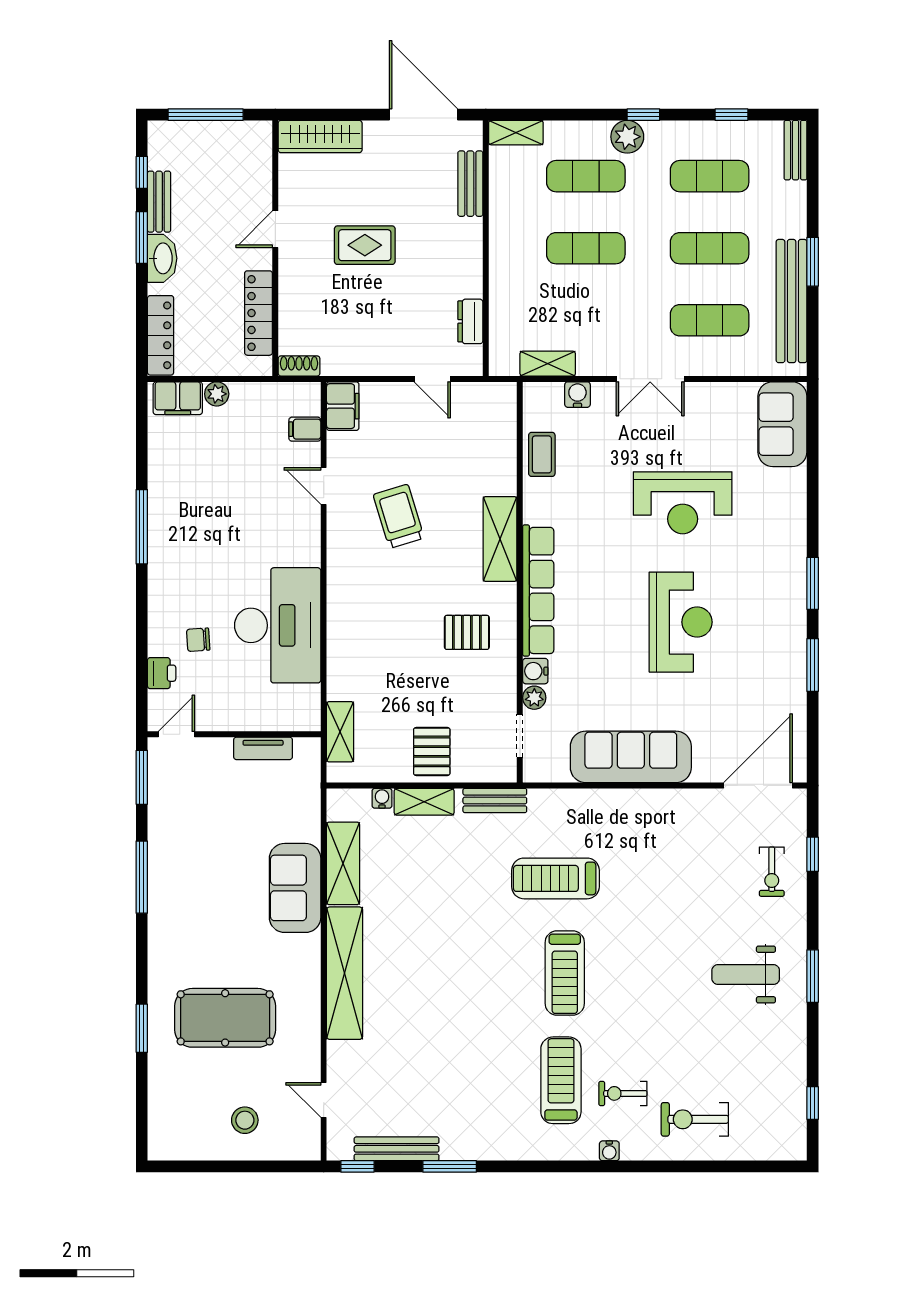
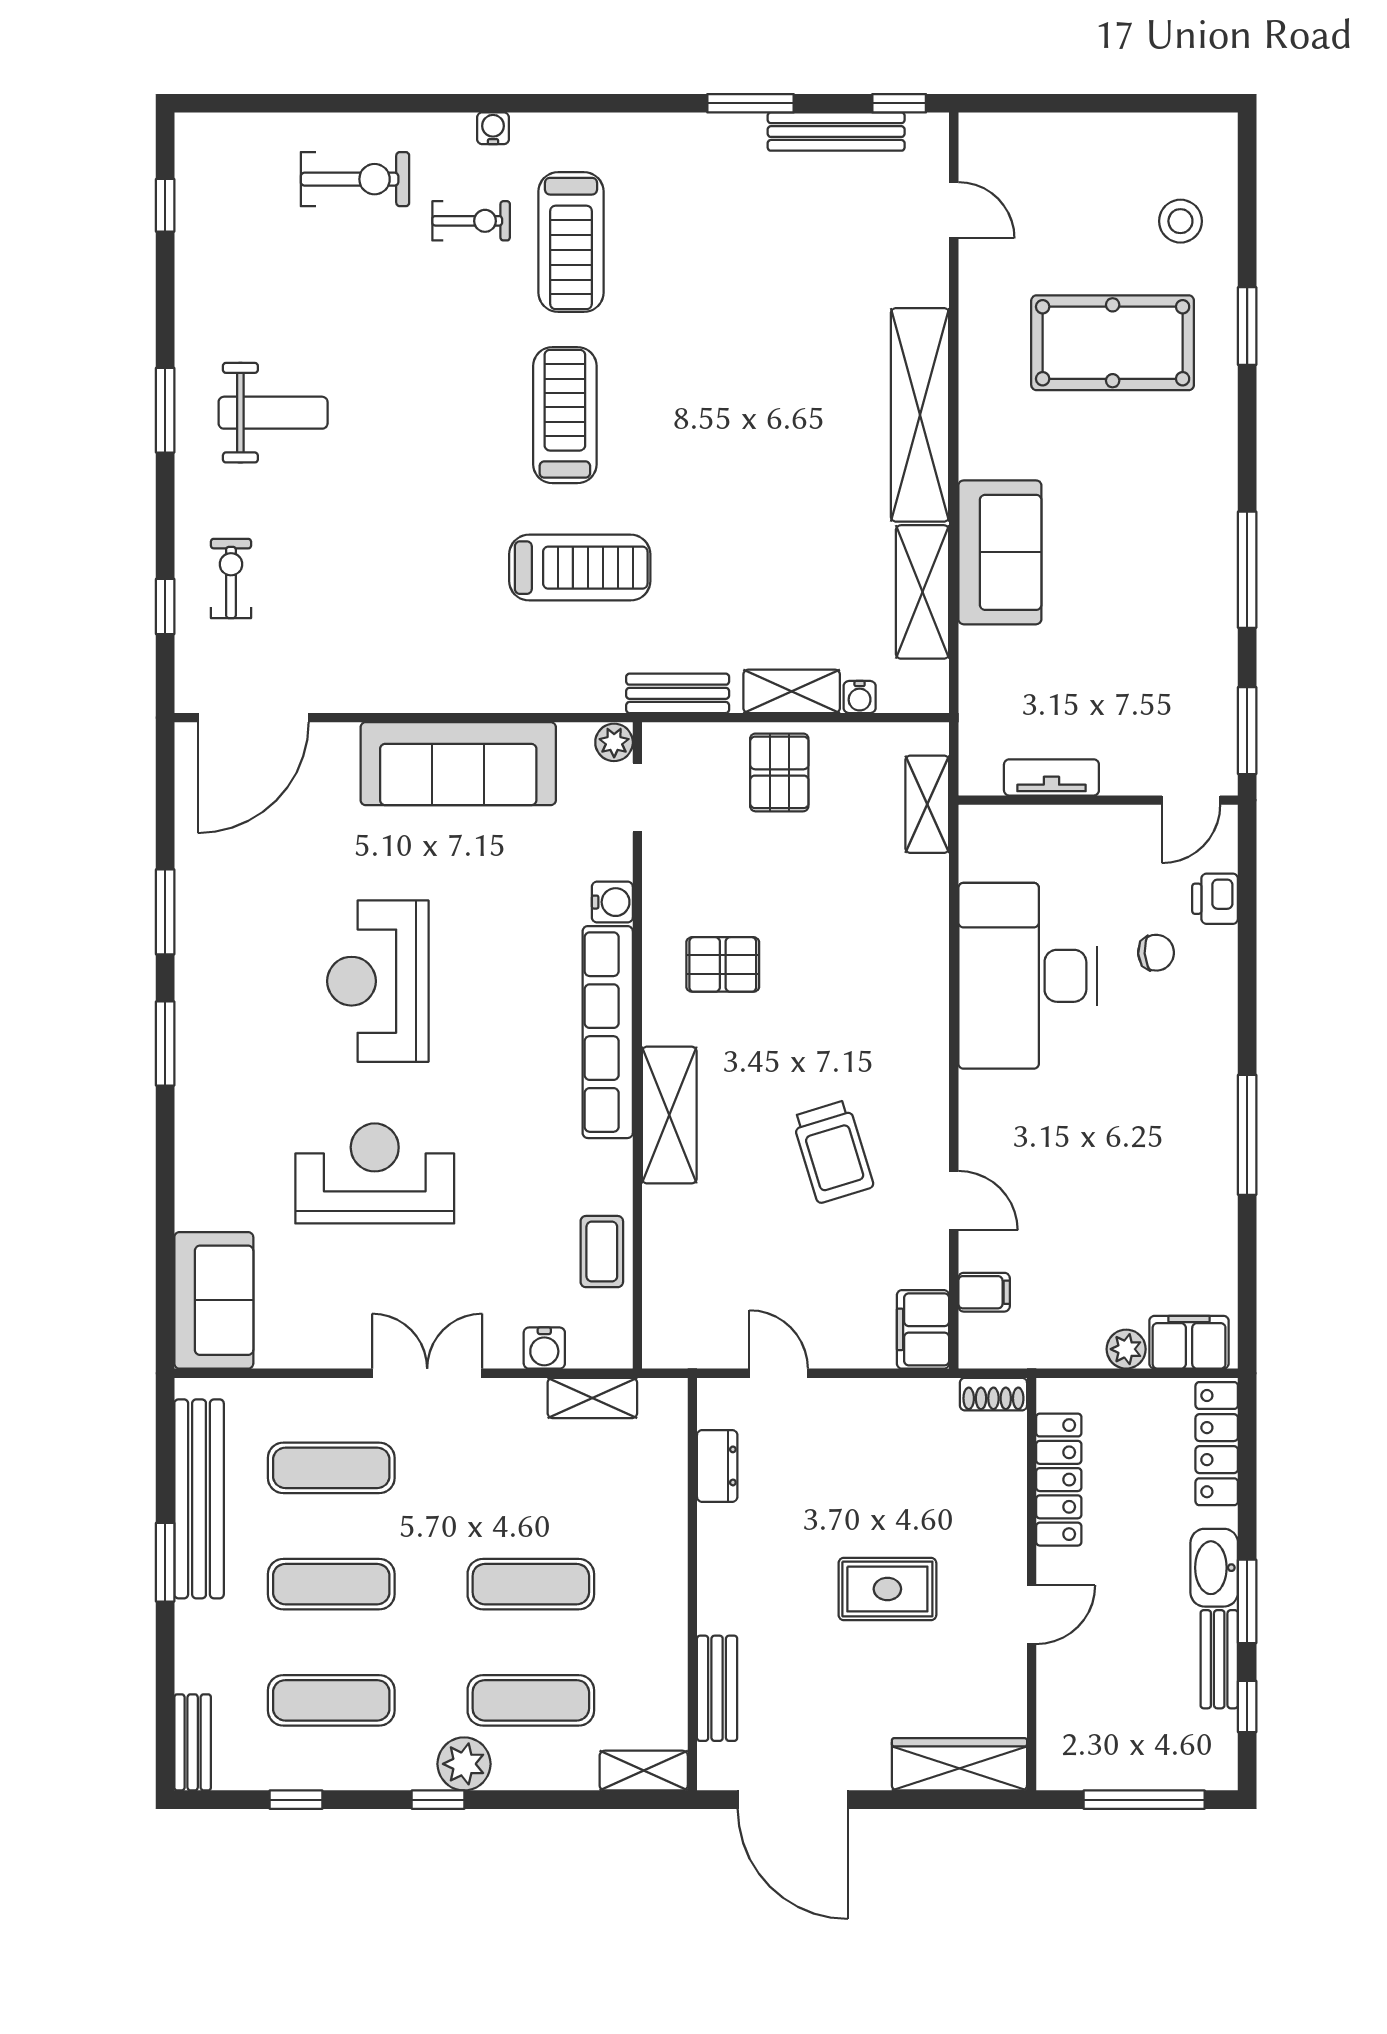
plant: (534, 698) -> (614, 742), moved
stool: (245, 1120) -> (1180, 221), moved

